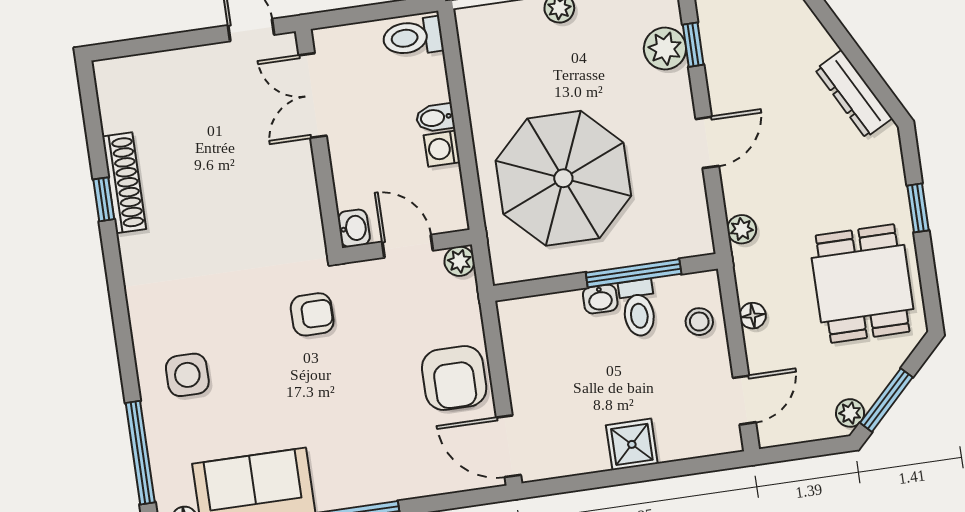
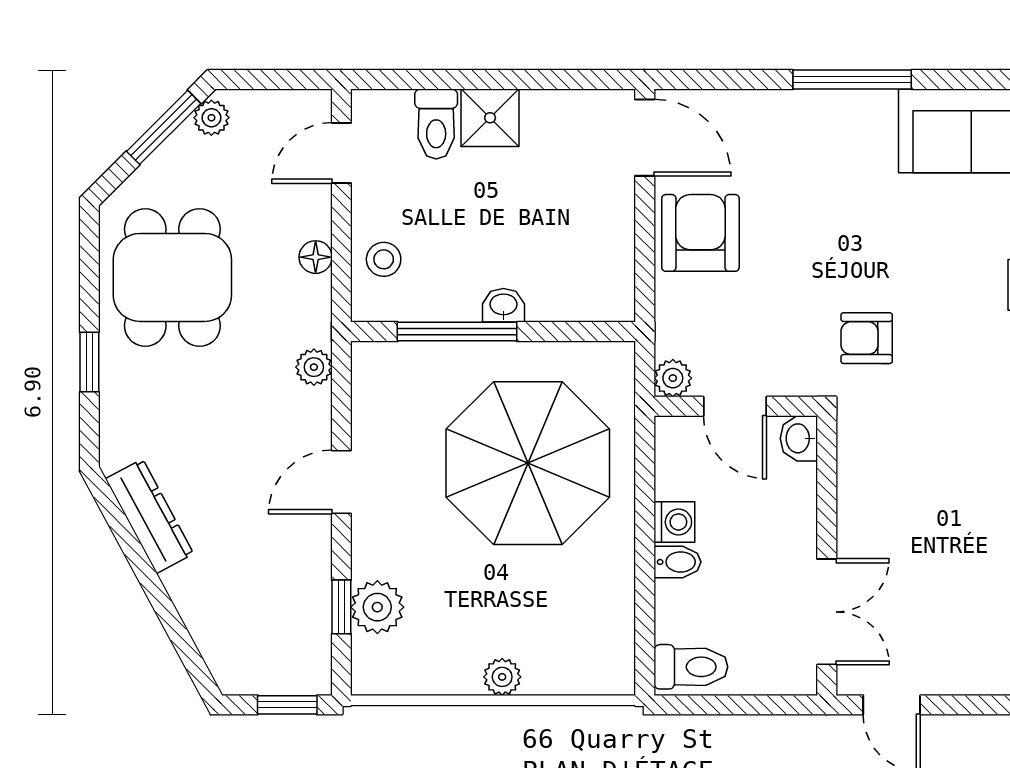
toilet: (638, 308) -> (436, 124), moved, turned 180

